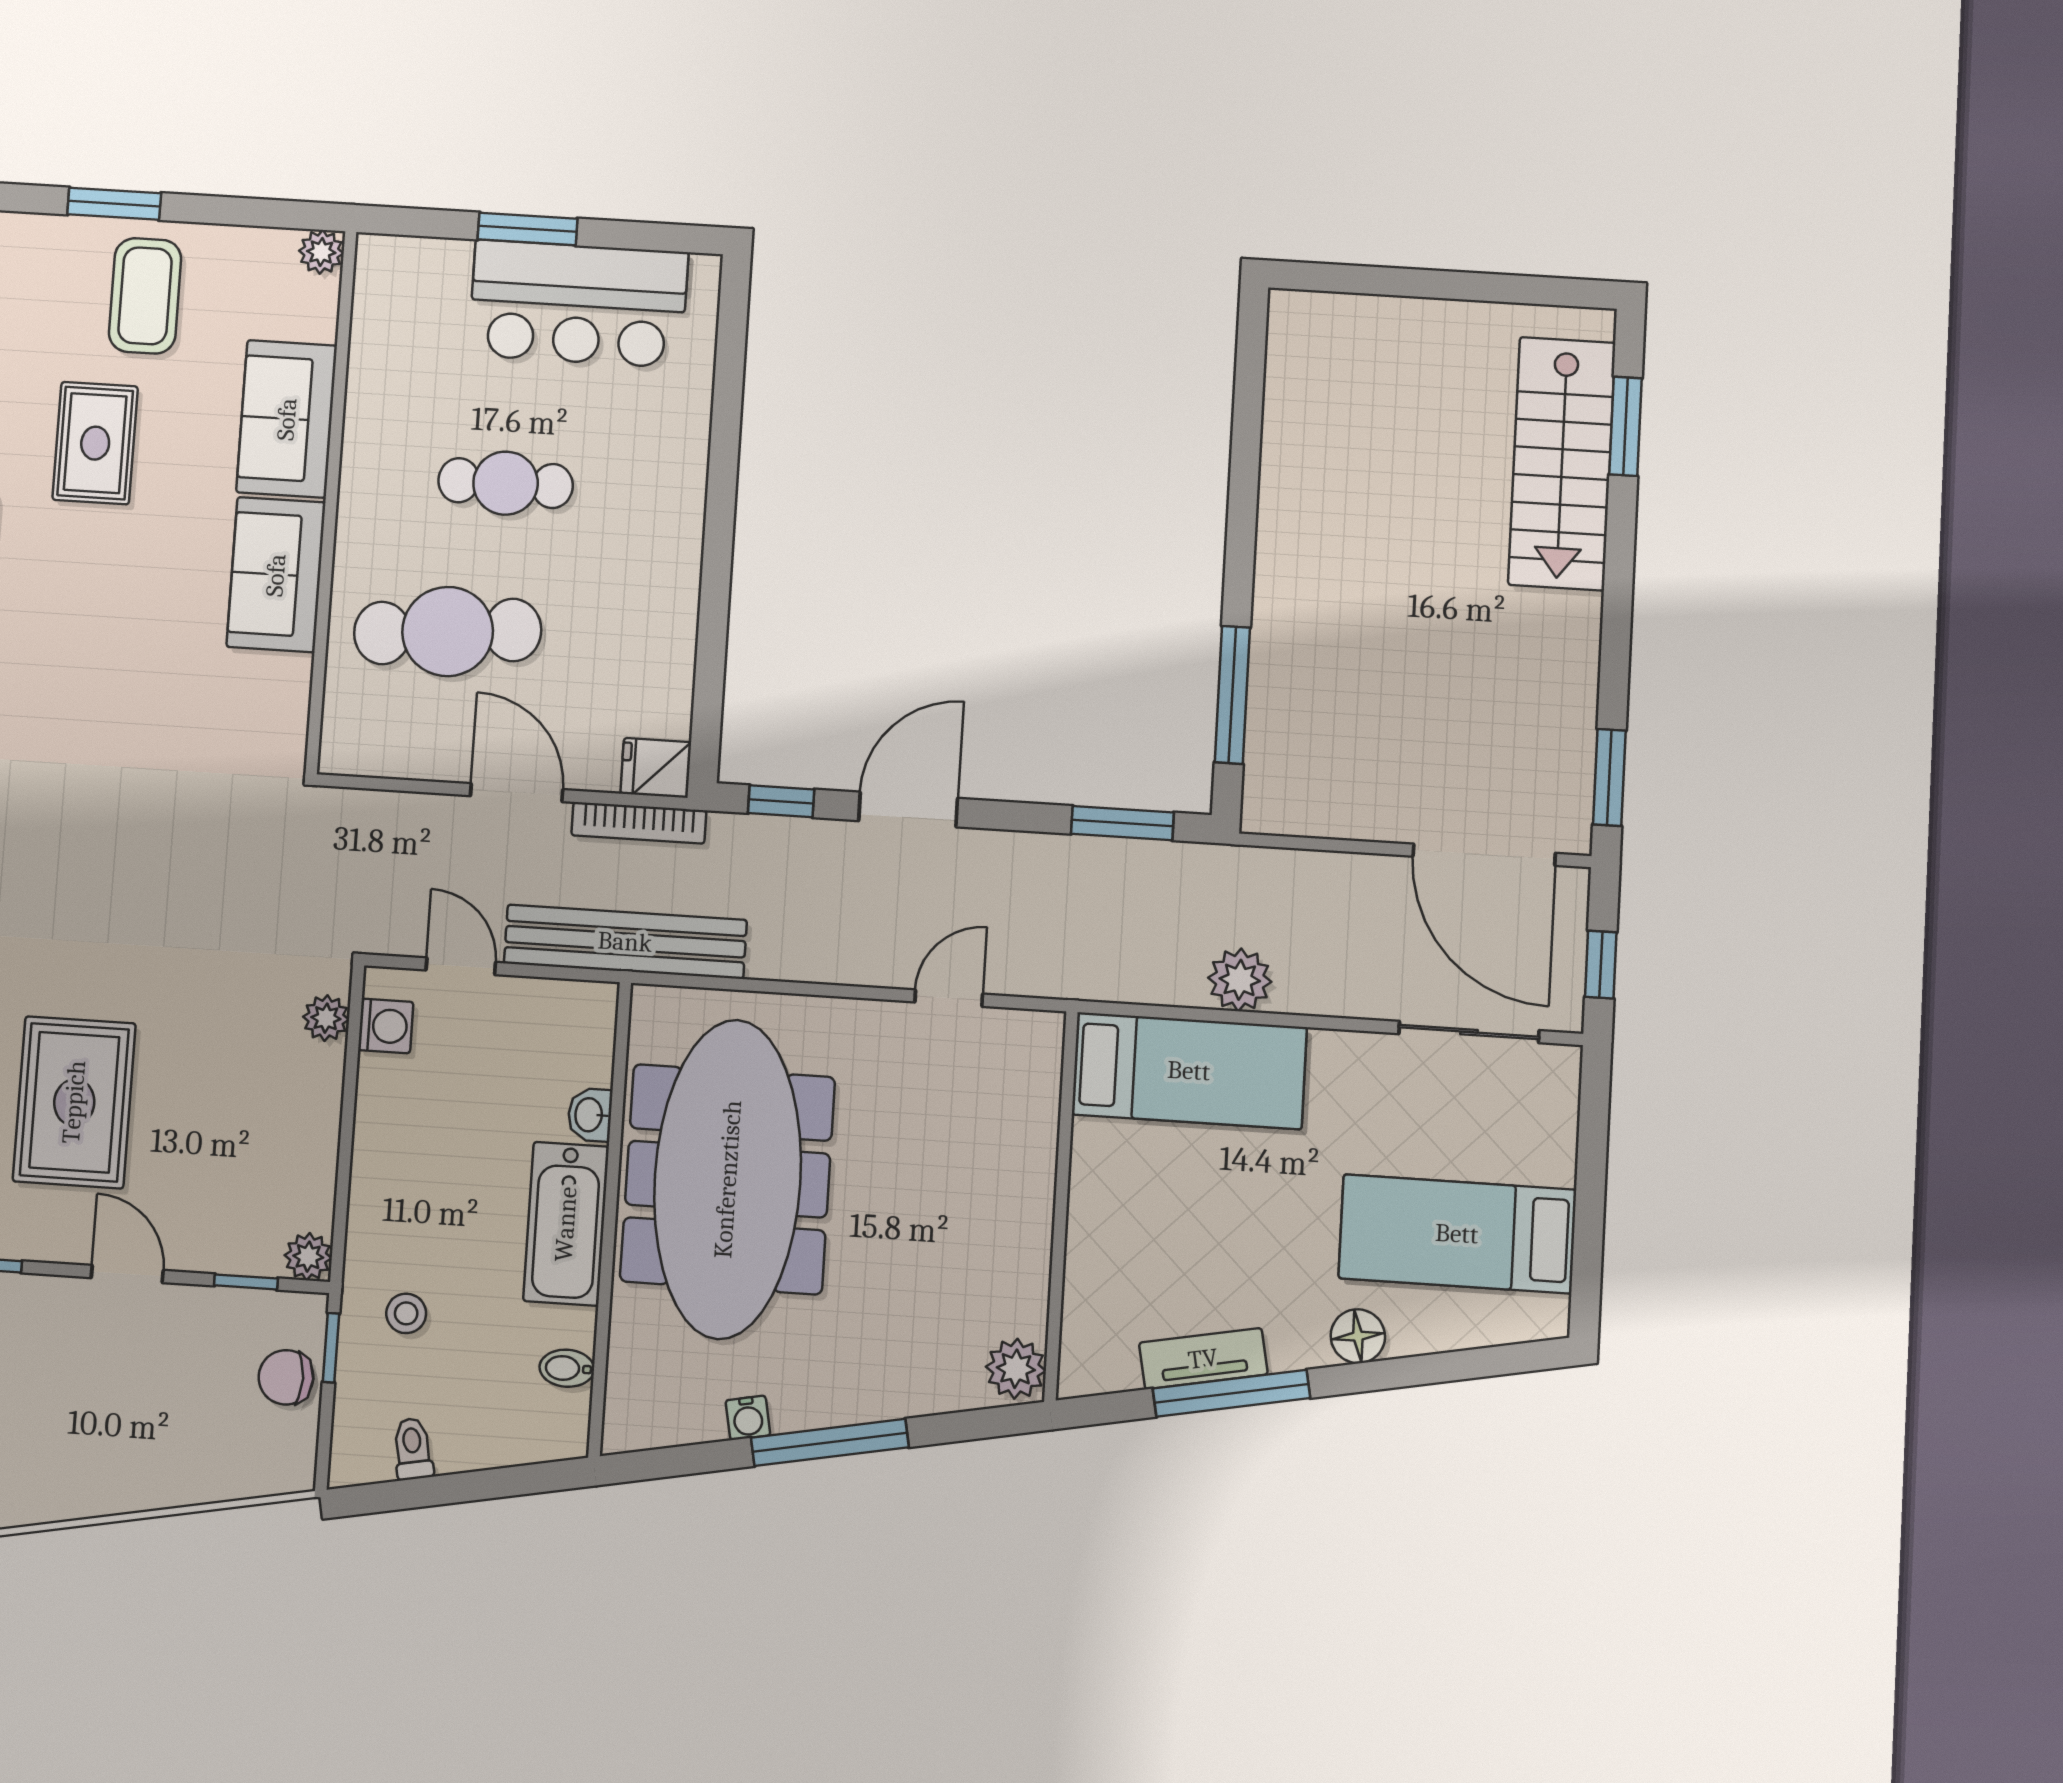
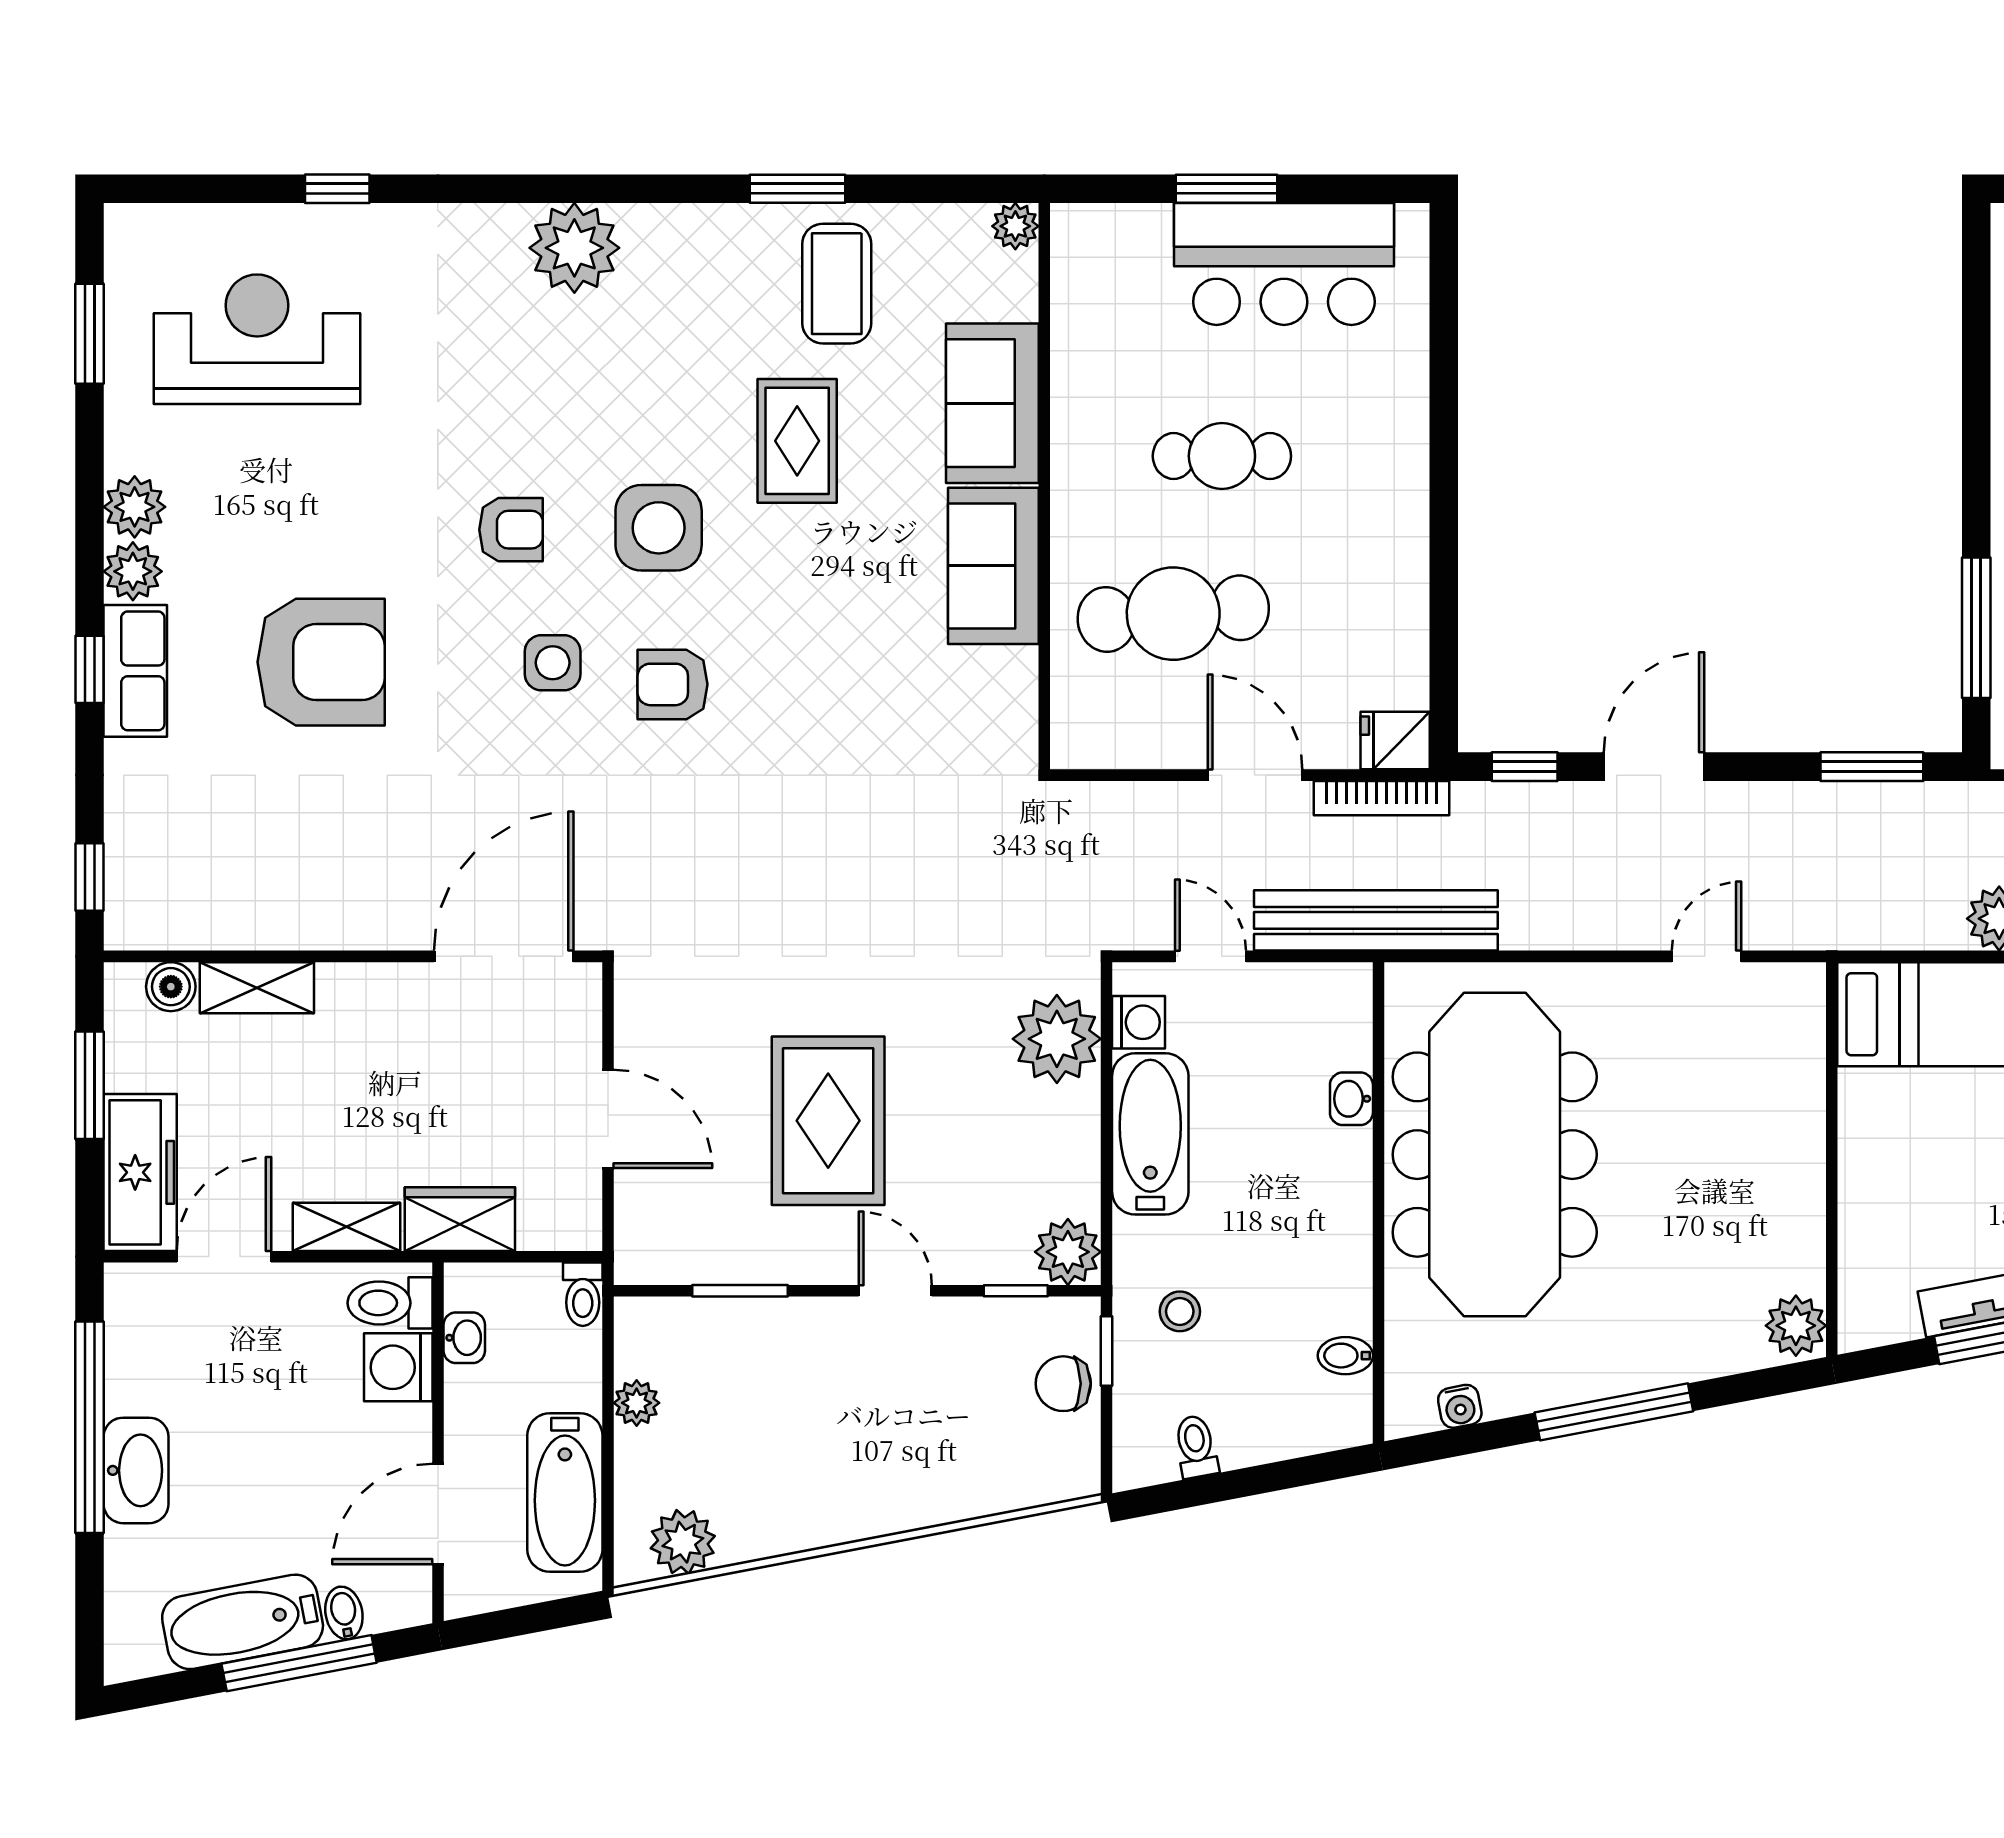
plant: (326, 1018) -> (1057, 1039), width x1.87, depth x1.87
bathtub: (566, 1224) -> (1150, 1134), moved, turned 180
plant: (308, 1257) -> (1068, 1252), width x1.38, depth x1.38
water cooler: (748, 1418) -> (1460, 1406), moved

